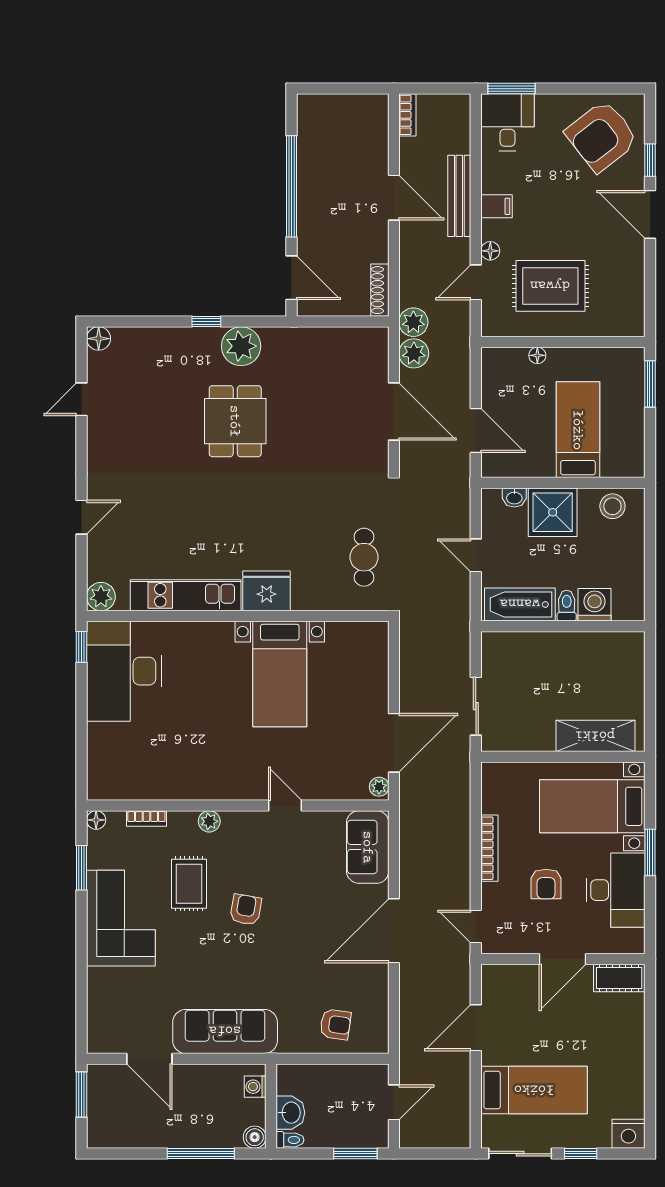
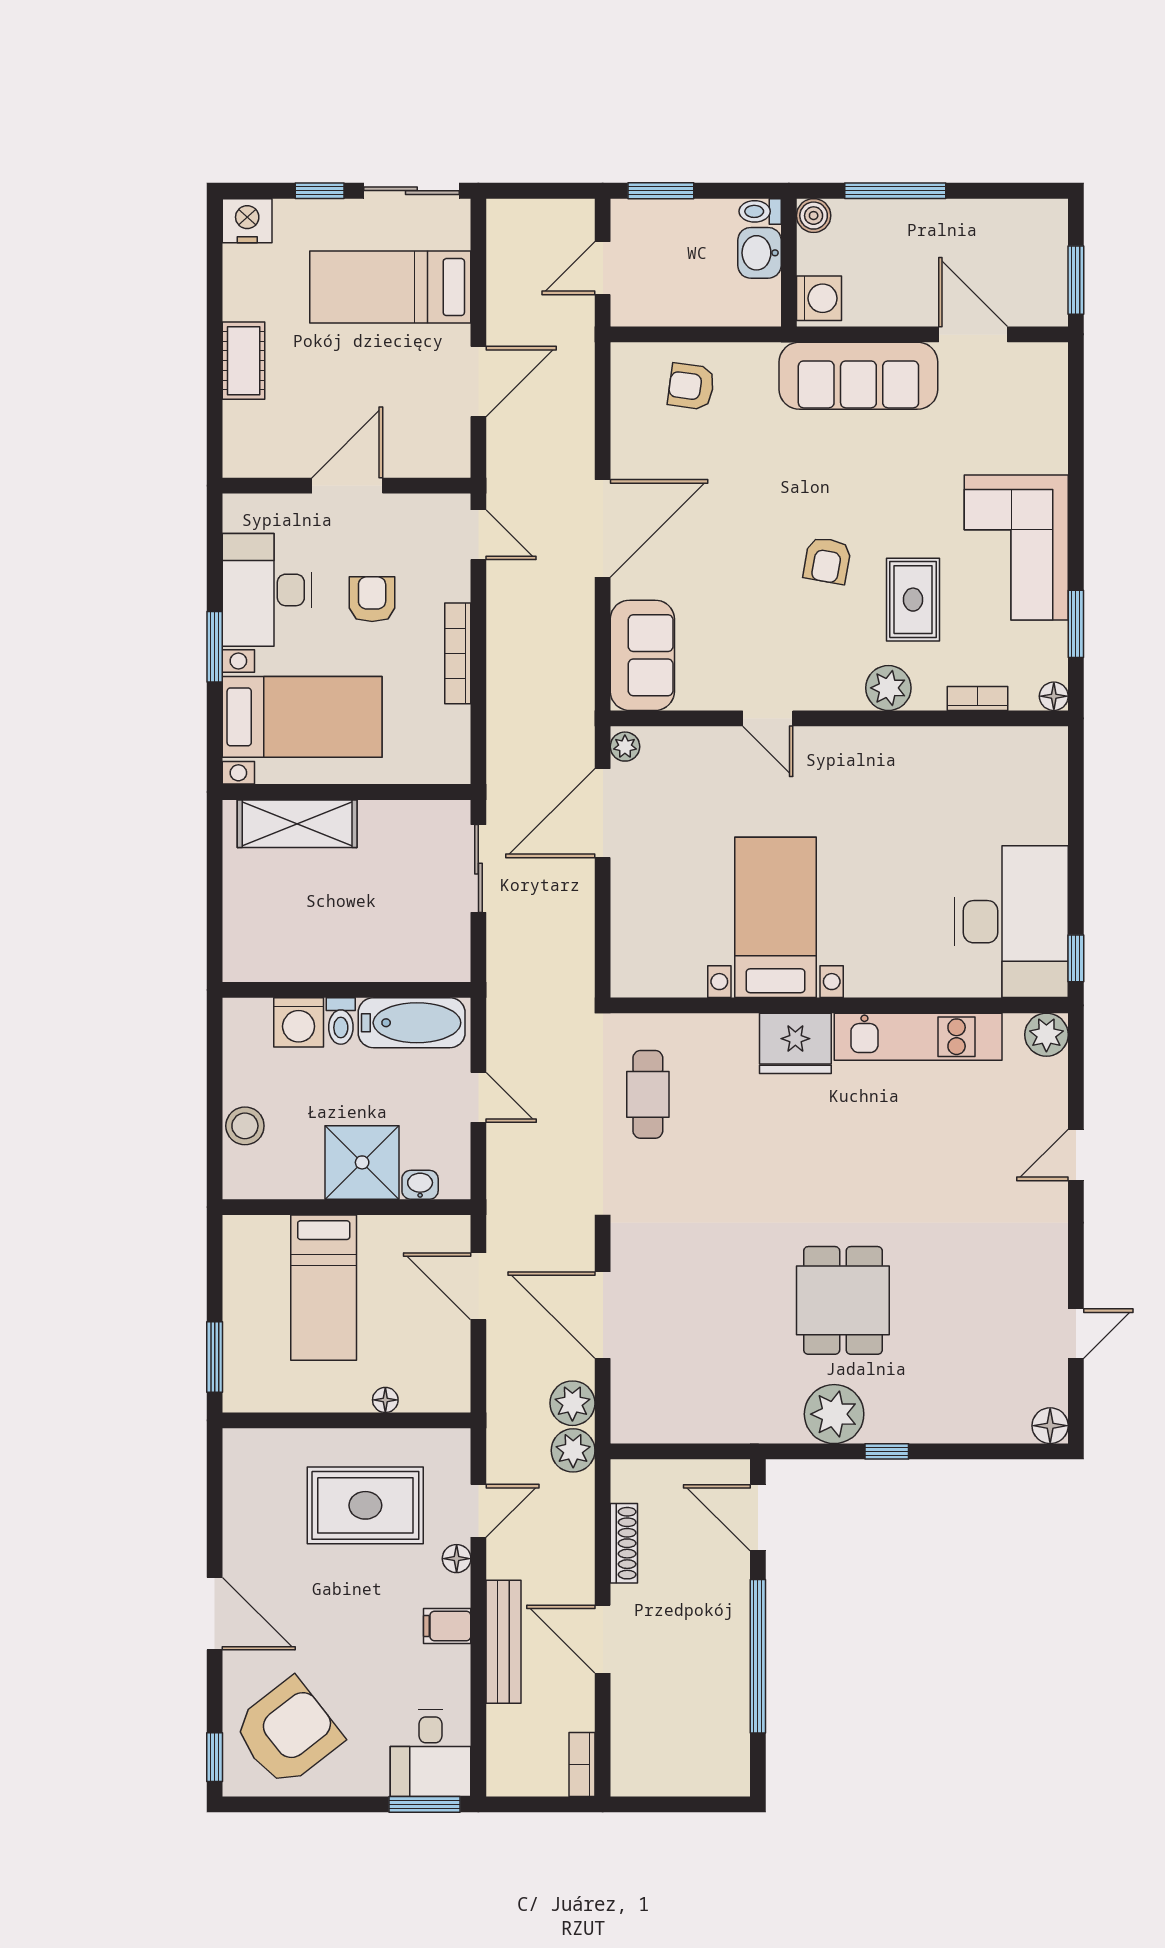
window: (650, 160) -> (215, 1757), moved
shoe rack: (380, 290) -> (624, 1543), moved
stool: (612, 506) -> (245, 1126), moved
plant: (209, 821) -> (888, 688), width x1.38, depth x1.38
cot: (619, 978) -> (244, 361), moved, turned 90
washing machine: (255, 1087) -> (819, 298), width x1.38, depth x1.38

